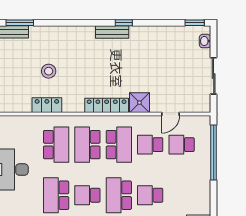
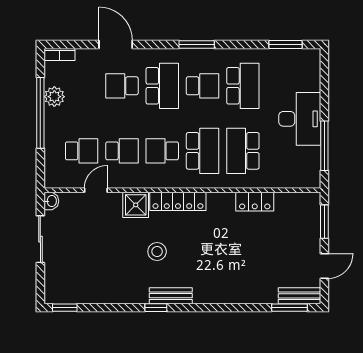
washbasin: (205, 41) -> (51, 201), moved
stool: (49, 71) -> (157, 252), moved
school desk: (119, 145) -> (162, 151), width x0.54
window: (214, 153) -> (40, 113), moved
plant: (203, 187) -> (54, 97), added
school desk: (150, 195) -> (122, 86), turned 180

